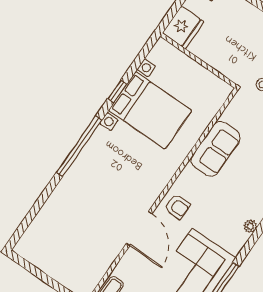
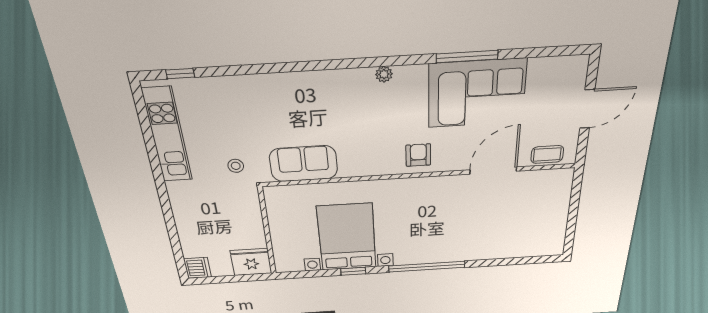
sofa: (216, 149) -> (304, 164), moved
door: (139, 229) -> (493, 171), moved

